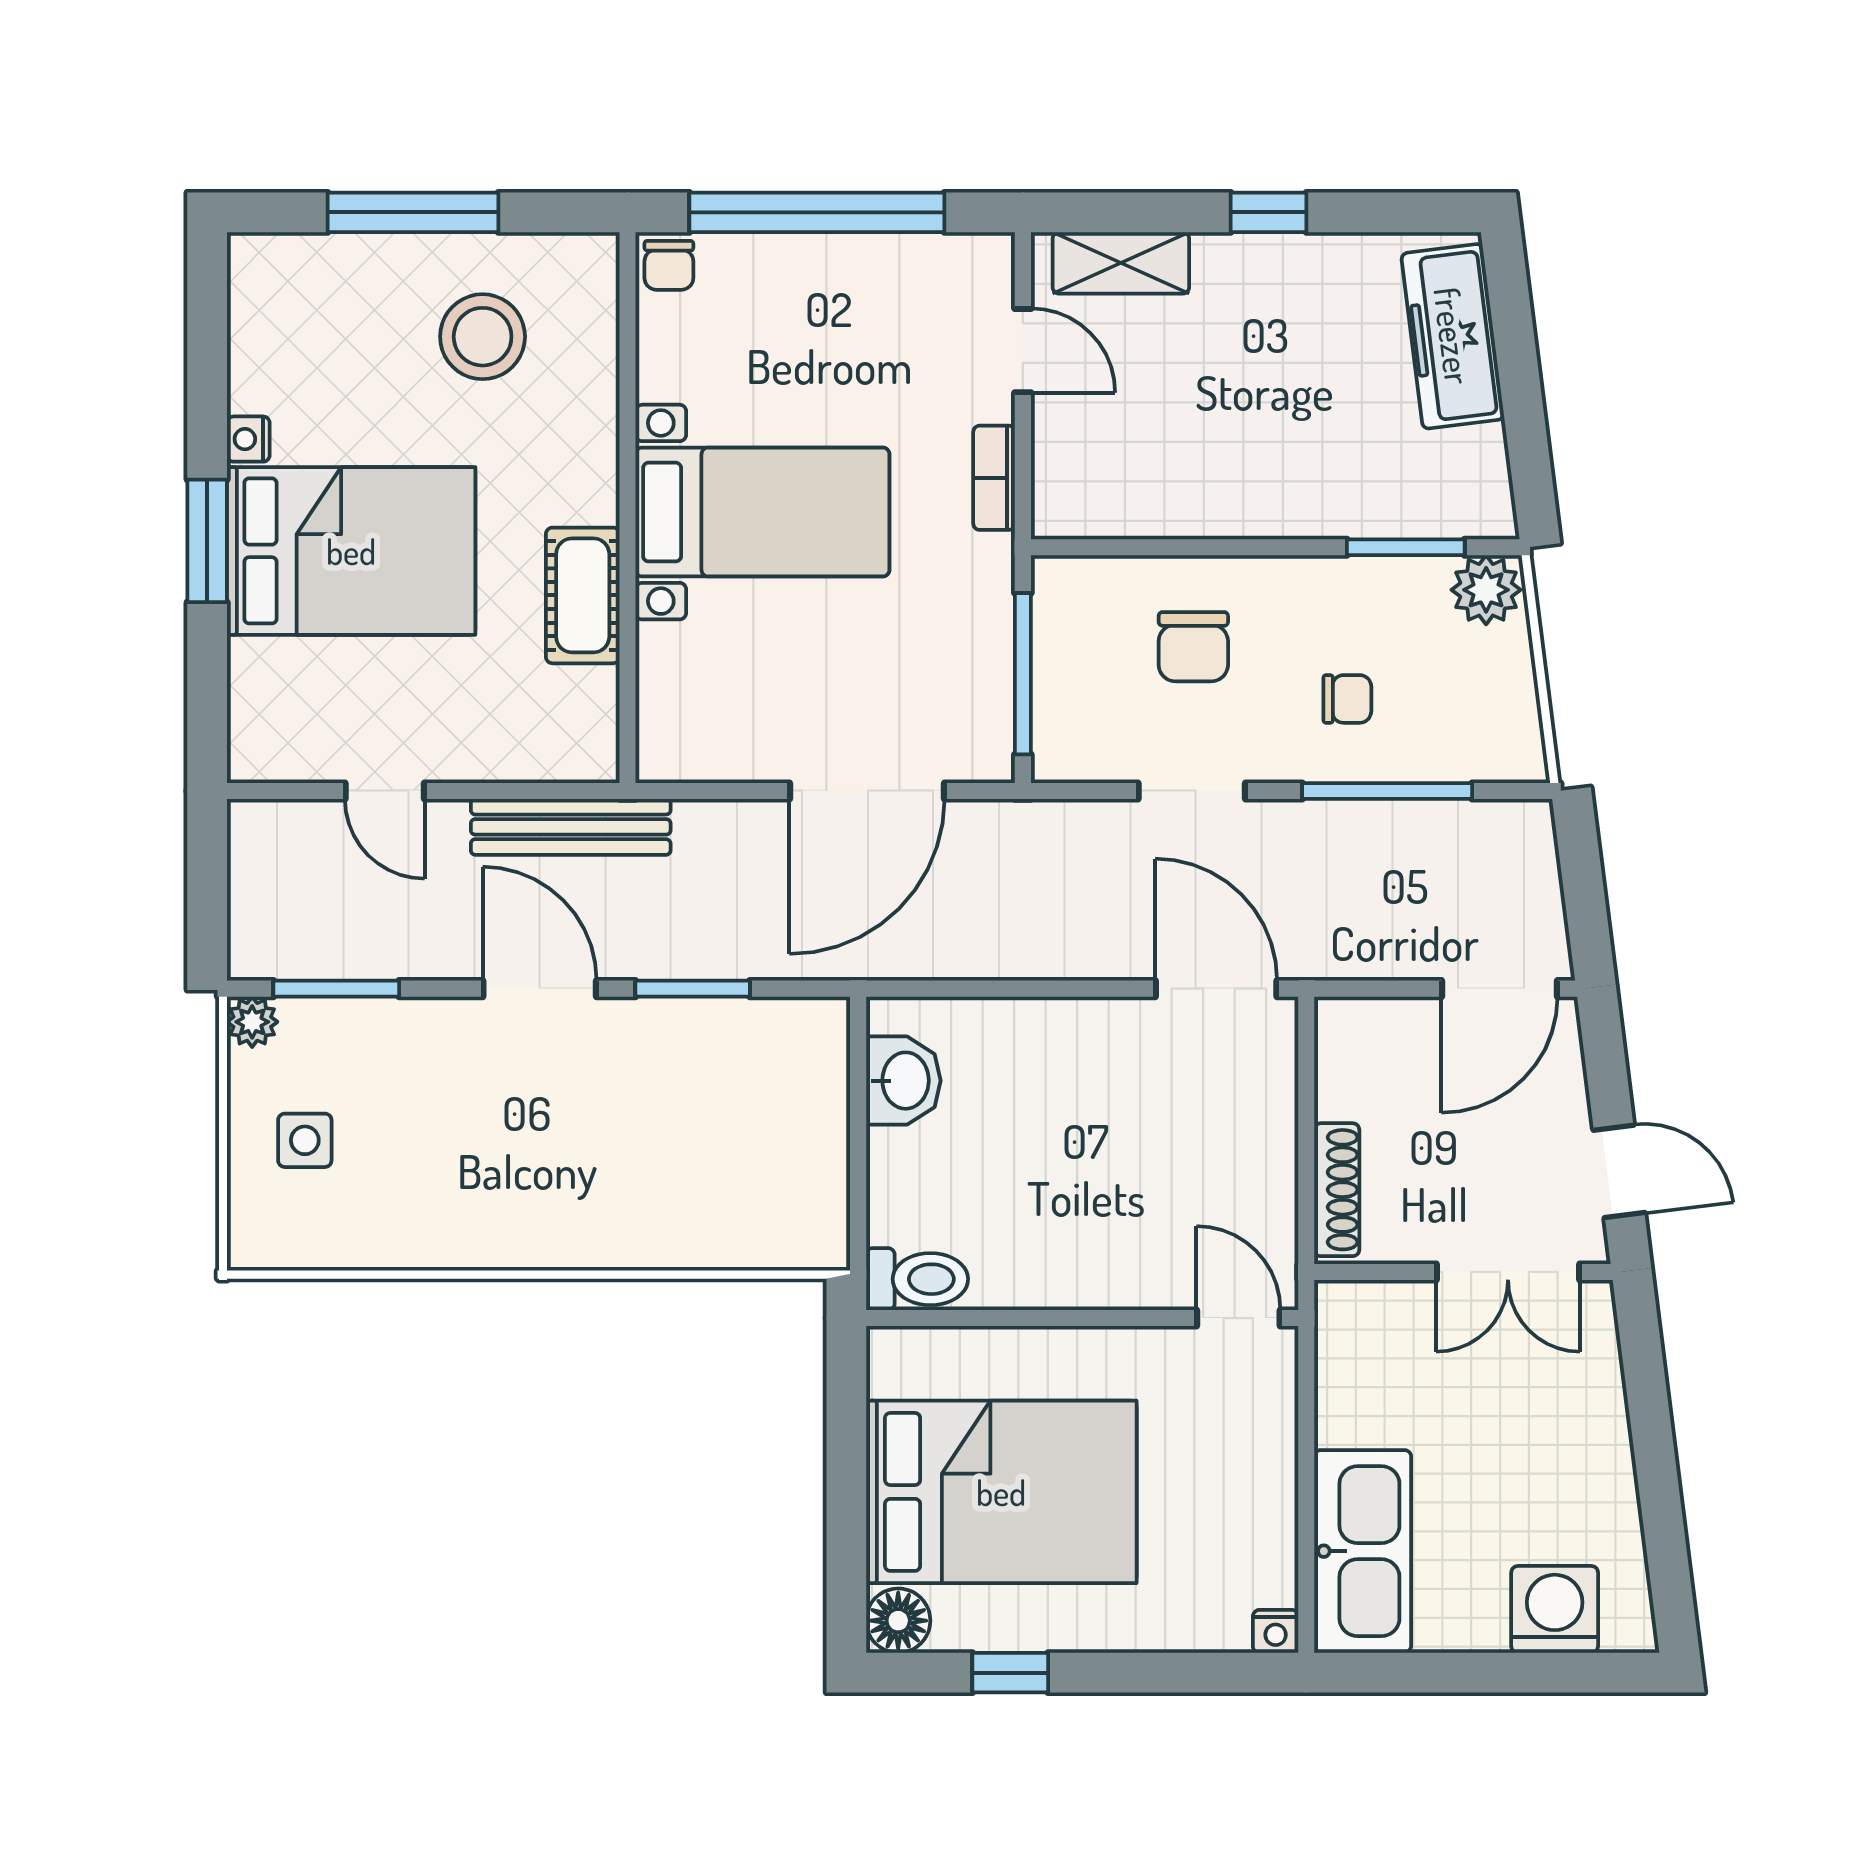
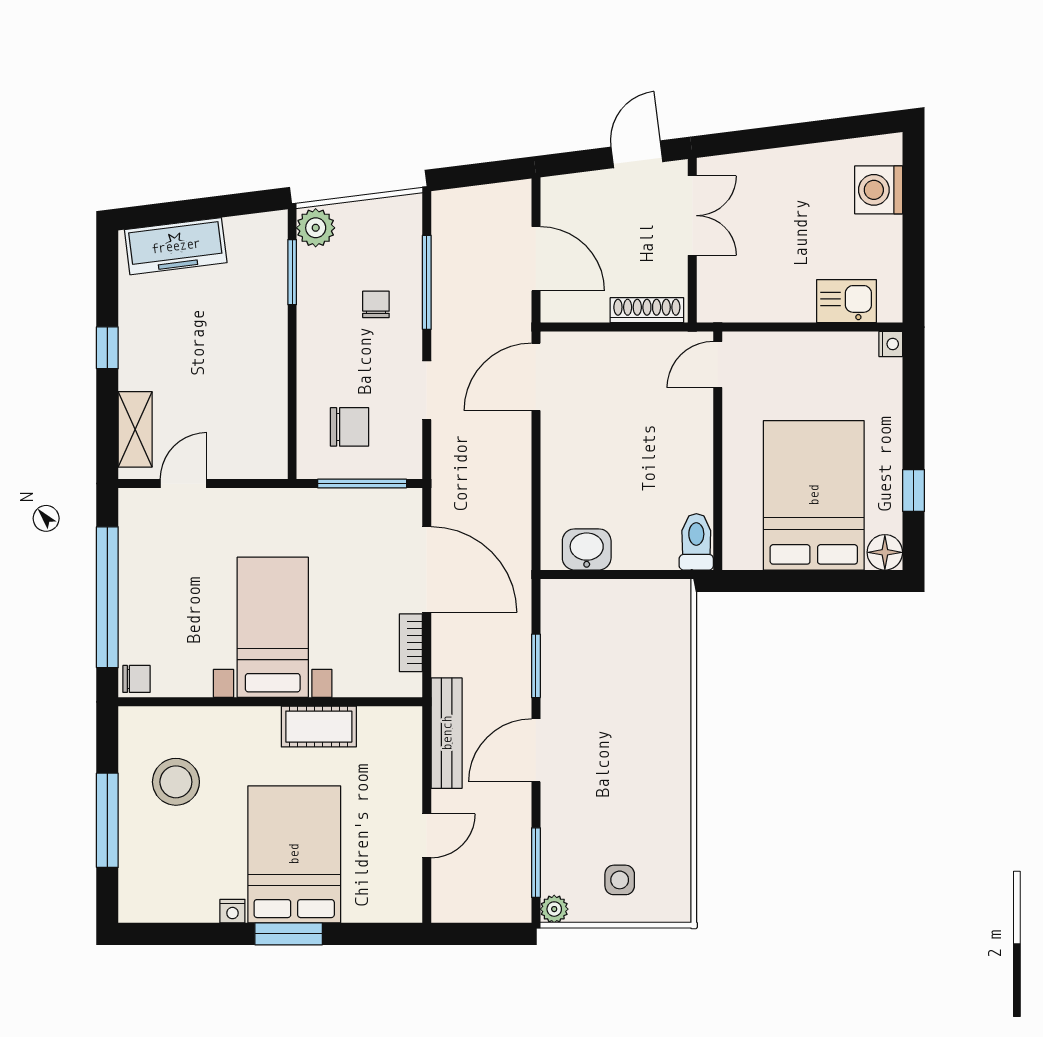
bookcase: (994, 478) -> (411, 643), moved, turned 90
chair: (1193, 647) -> (350, 427), moved
door: (1500, 989) -> (536, 259), moved
kitchen sink: (1363, 1551) -> (846, 301), width x0.53, depth x0.81

